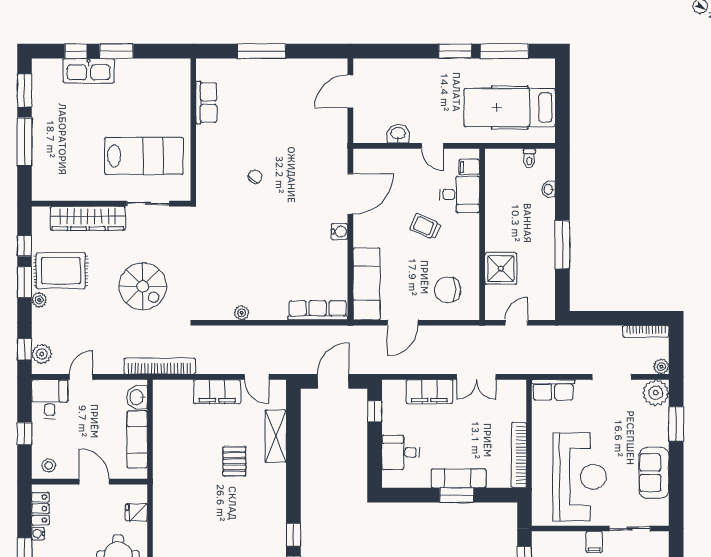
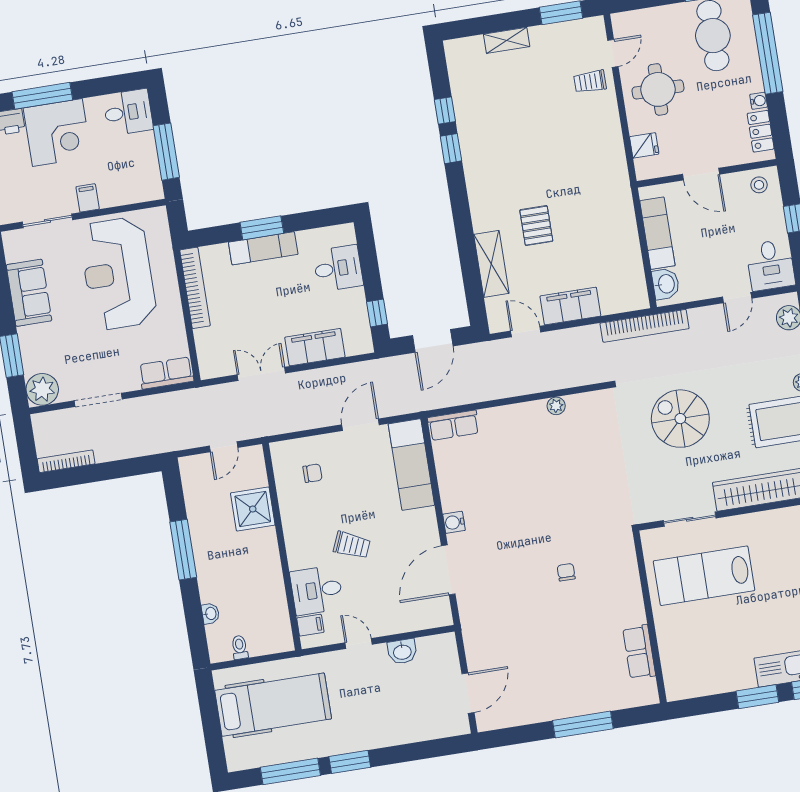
chair: (255, 177) -> (566, 572), turned 145
chair: (448, 290) -> (313, 473), width x0.54, depth x0.54
row of seats: (318, 310) -> (453, 425), width x0.68
plant: (661, 367) -> (41, 422), removed

